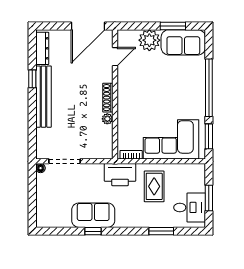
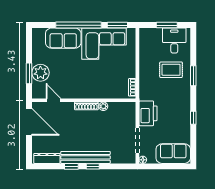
window: (173, 26) -> (29, 73), moved
sofa: (183, 42) -> (63, 38), moved, turned 90
window: (32, 106) -> (93, 166), added
corner sofa: (171, 139) -> (104, 44), moved, turned -90
printer: (120, 175) -> (148, 113), moved
rug: (154, 186) -> (171, 70), moved
sofa: (93, 215) -> (173, 154), moved, turned 90
window: (161, 231) -> (193, 76), moved

